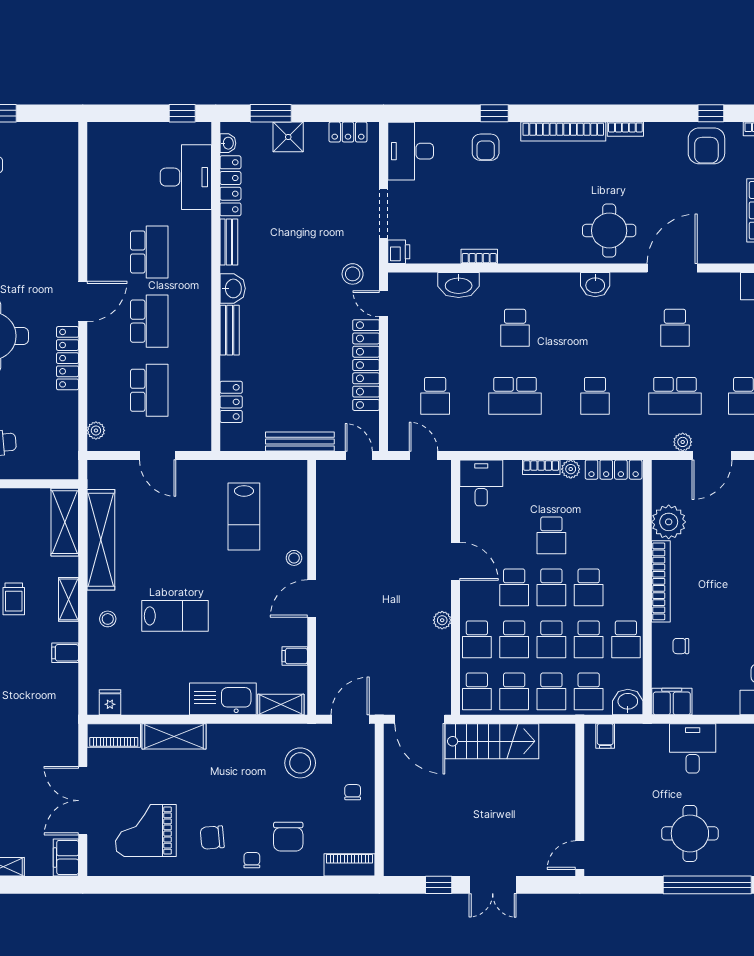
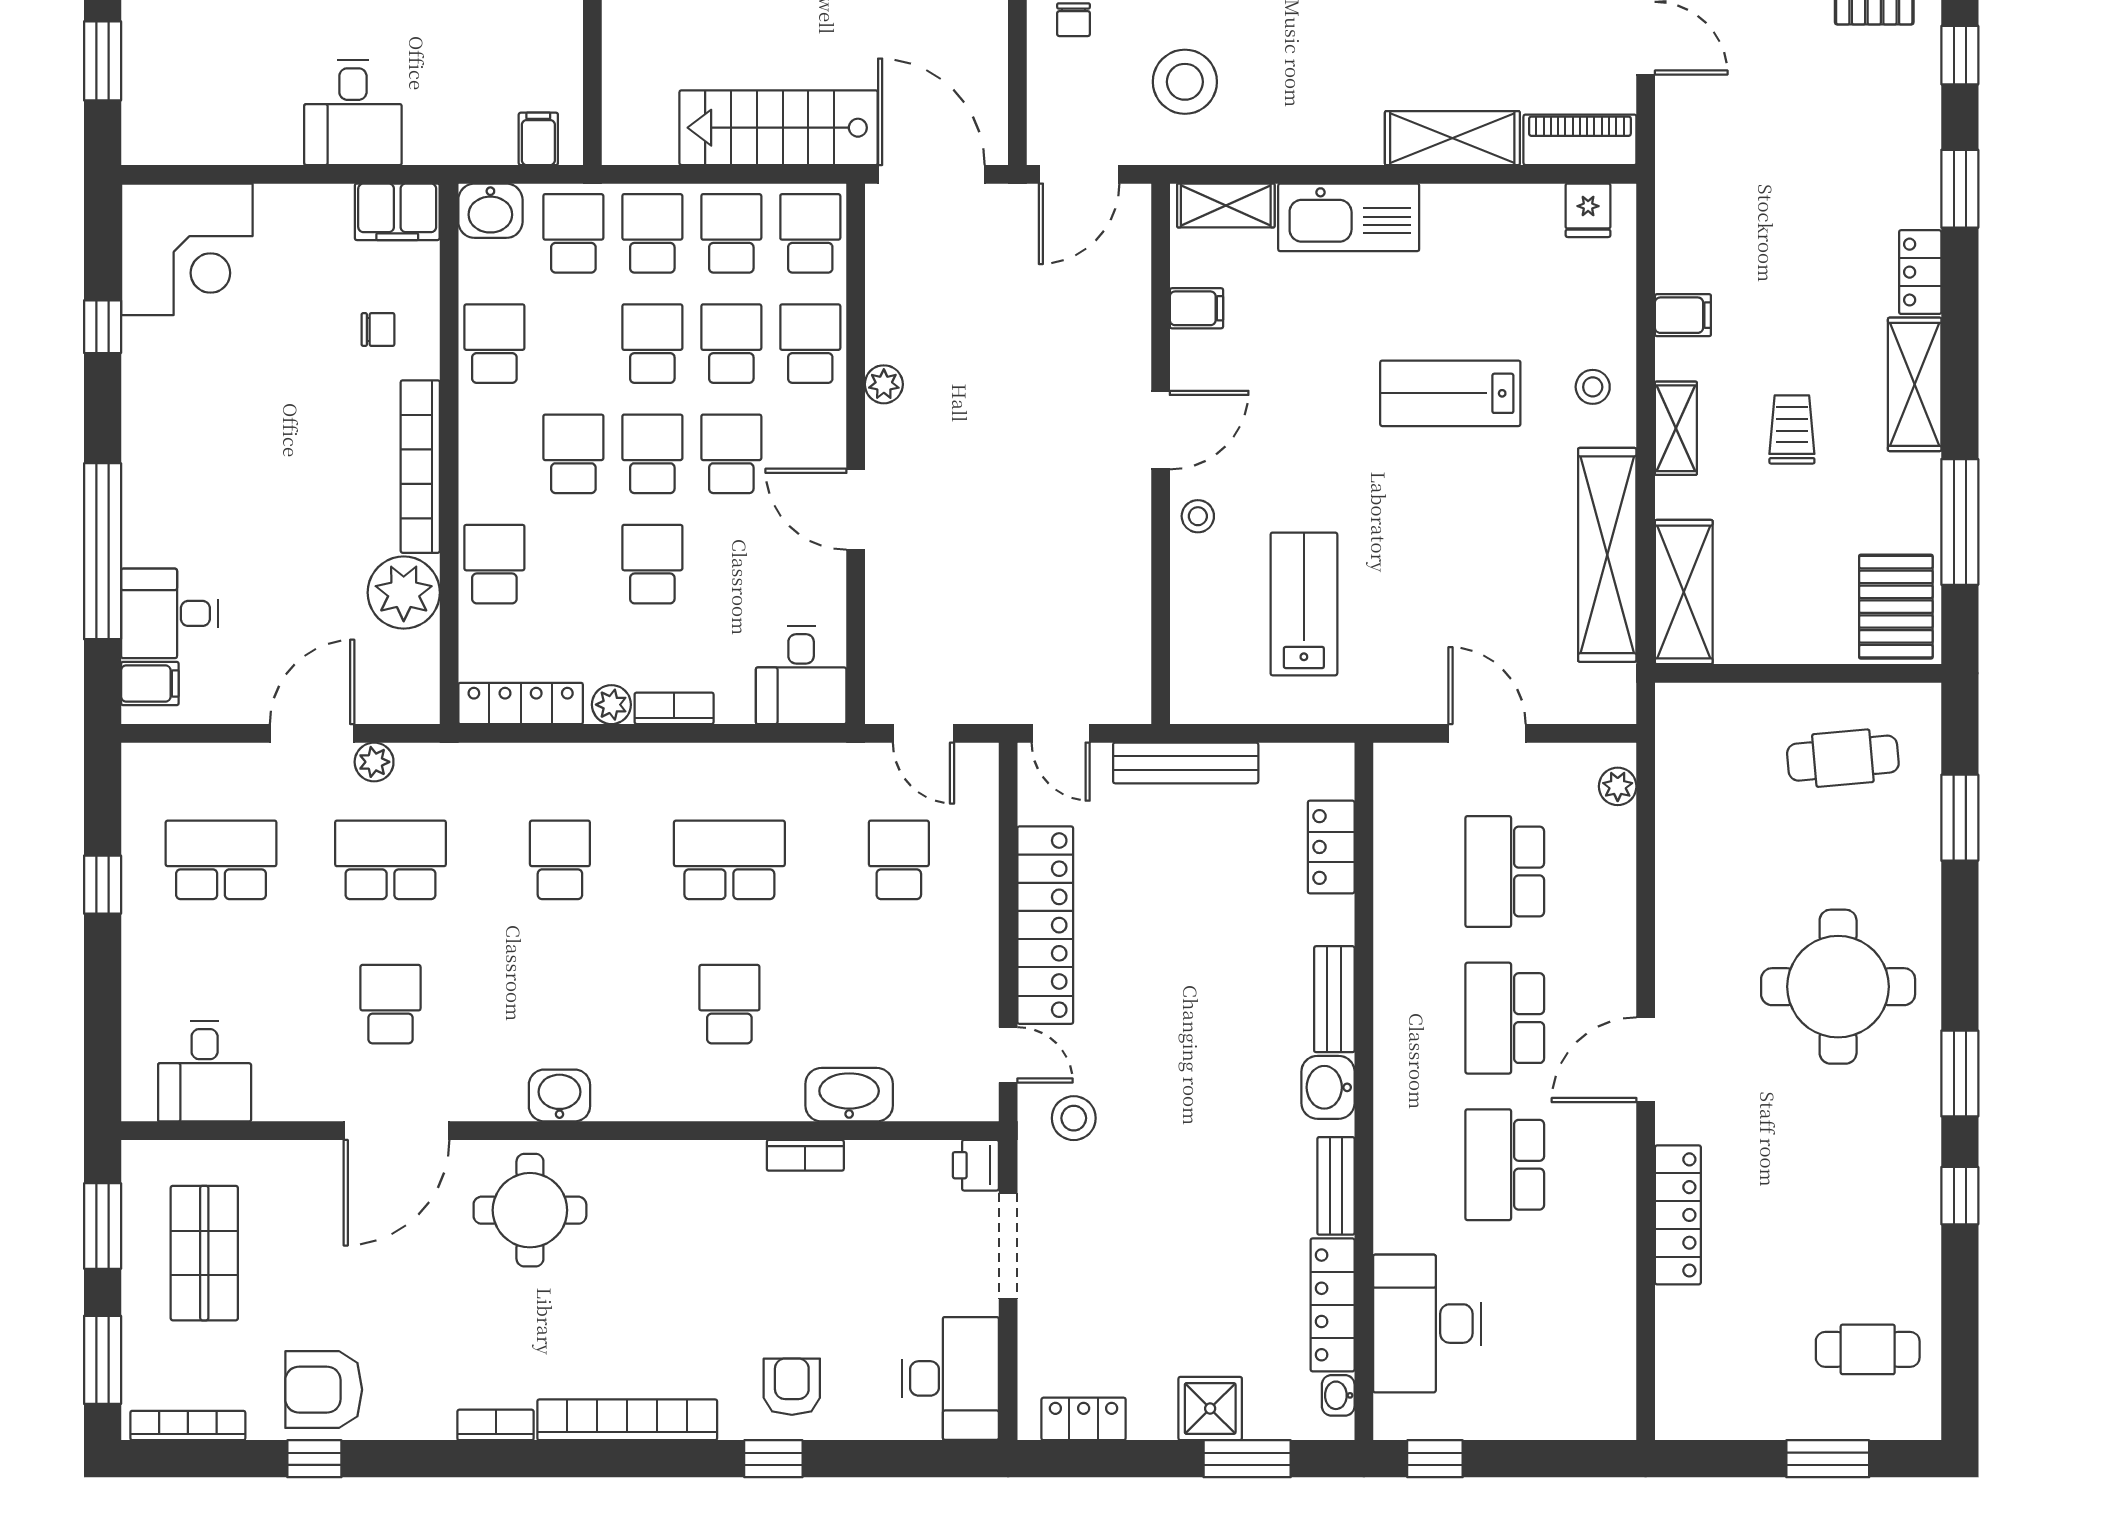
armchair: (706, 146) -> (324, 1390), turned -90
locker: (68, 358) -> (1678, 1215), moved
school desk: (589, 639) -> (494, 564), moved

